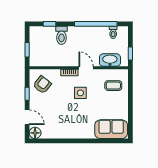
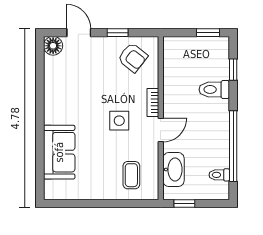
window: (27, 50) -> (208, 33), moved
door: (27, 117) -> (79, 33), swing flipped
sofa: (111, 129) -> (59, 152), moved

